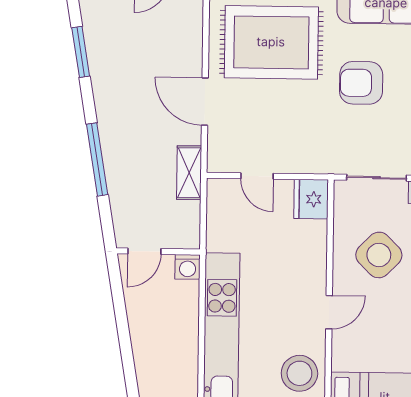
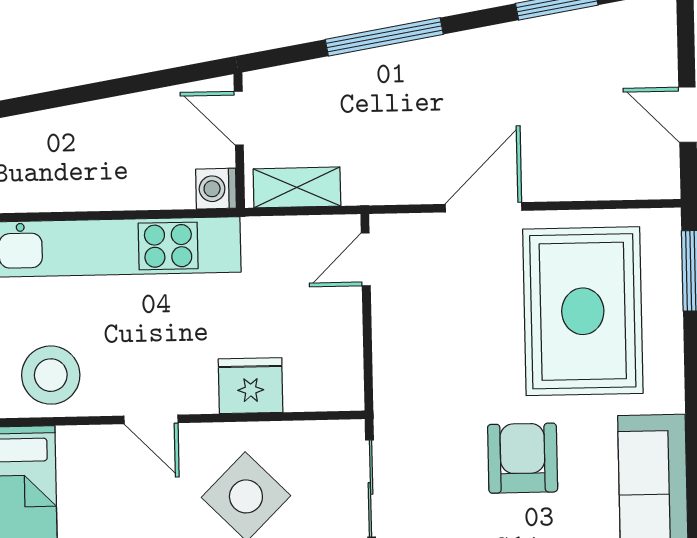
shelving: (189, 173) -> (297, 187), moved
door: (257, 176) -> (366, 259), moved
fridge: (311, 199) -> (251, 386), moved

